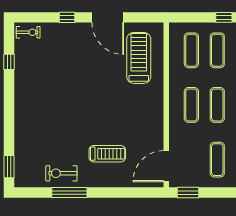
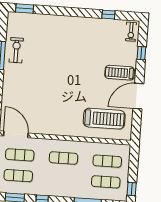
window: (67, 17) -> (141, 53), moved
exercise mat: (217, 105) -> (20, 155), moved
treadmill: (107, 154) -> (120, 73), moved, turned 90

